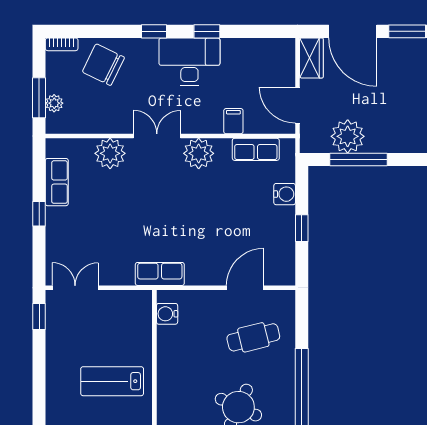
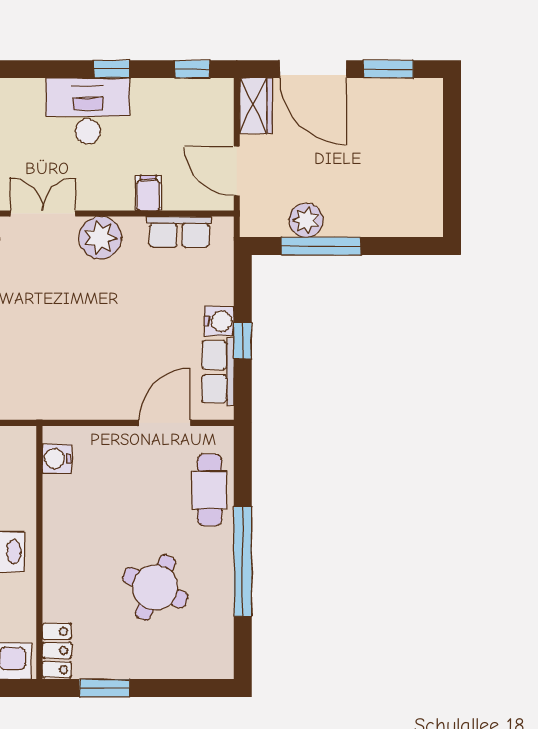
window: (154, 31) -> (192, 69), moved
plant: (348, 136) -> (306, 220), width x0.73, depth x0.73
water cooler: (285, 194) -> (219, 321), moved
row of seats: (160, 274) -> (218, 372), moved, turned -90
cafe table: (253, 337) -> (210, 490), moved, turned -76

